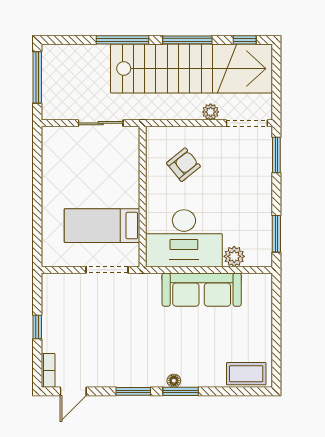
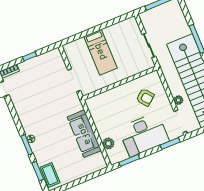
bed: (102, 226) -> (100, 52), moved, turned 180
desk: (184, 238) -> (144, 135), moved, turned -90
window: (133, 391) -> (38, 171), moved

